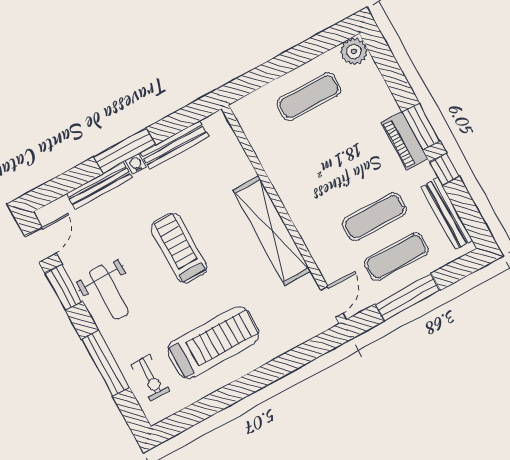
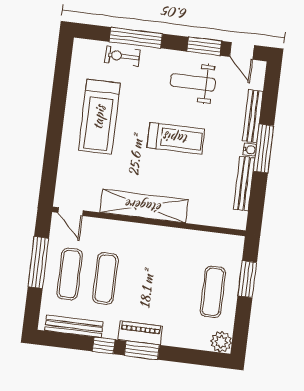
window: (270, 71) -> (247, 279), added
weight bench: (109, 293) -> (193, 82), moved
exercise bike: (150, 378) -> (122, 56), moved

